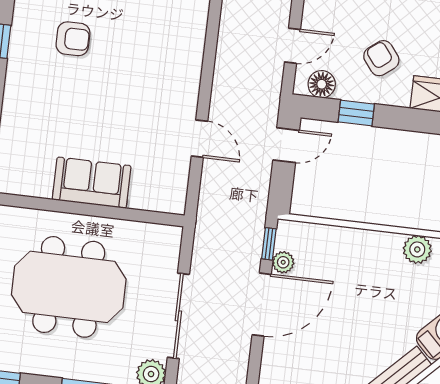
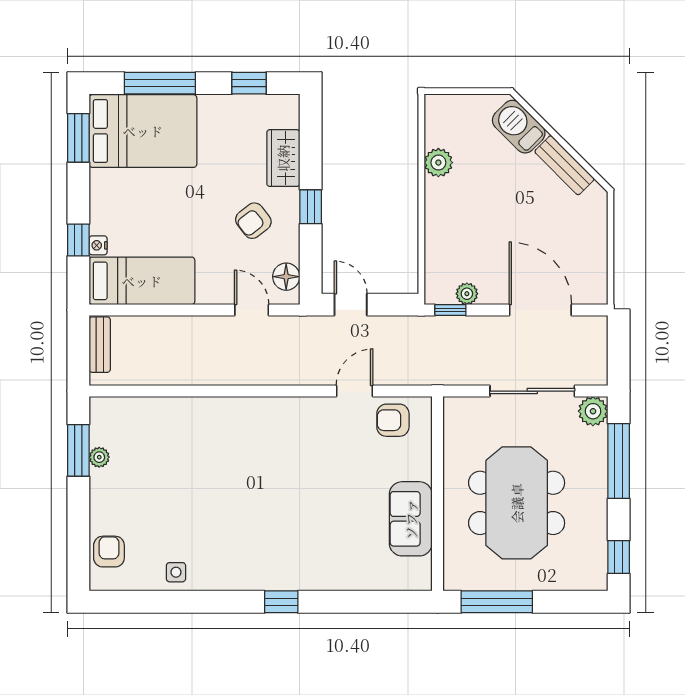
armchair: (73, 39) -> (393, 420), moved, turned -90
window: (356, 113) -> (311, 207), moved
sofa: (92, 183) -> (411, 519), moved
door: (262, 305) -> (540, 310), moved

